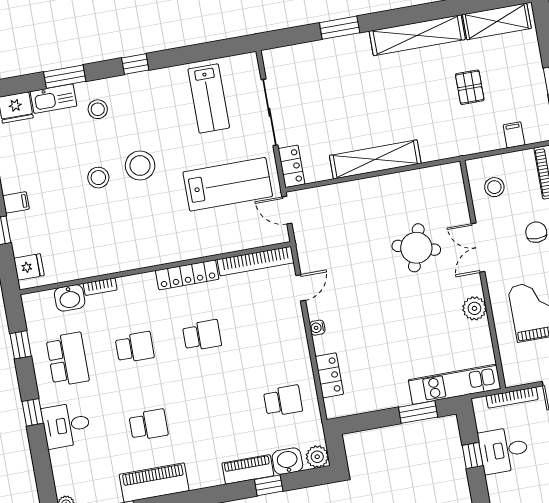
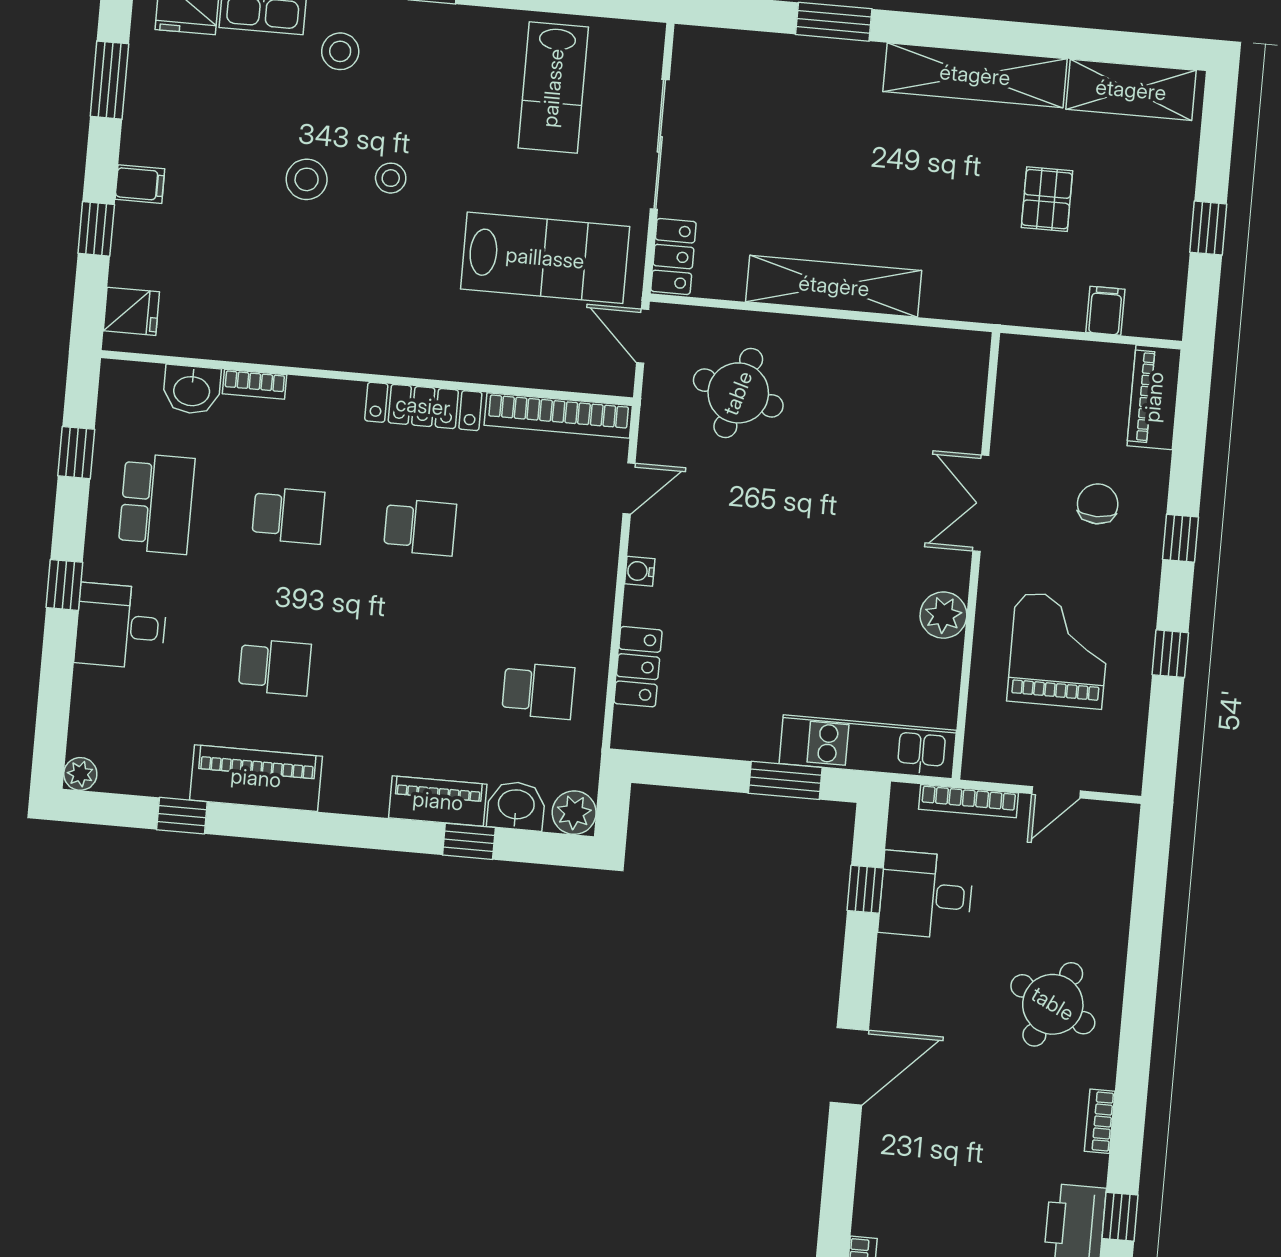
stool: (140, 166) -> (391, 178), width x0.53, depth x0.53
stool: (494, 187) -> (1042, 398), removed
round table: (416, 248) -> (738, 393), moved

